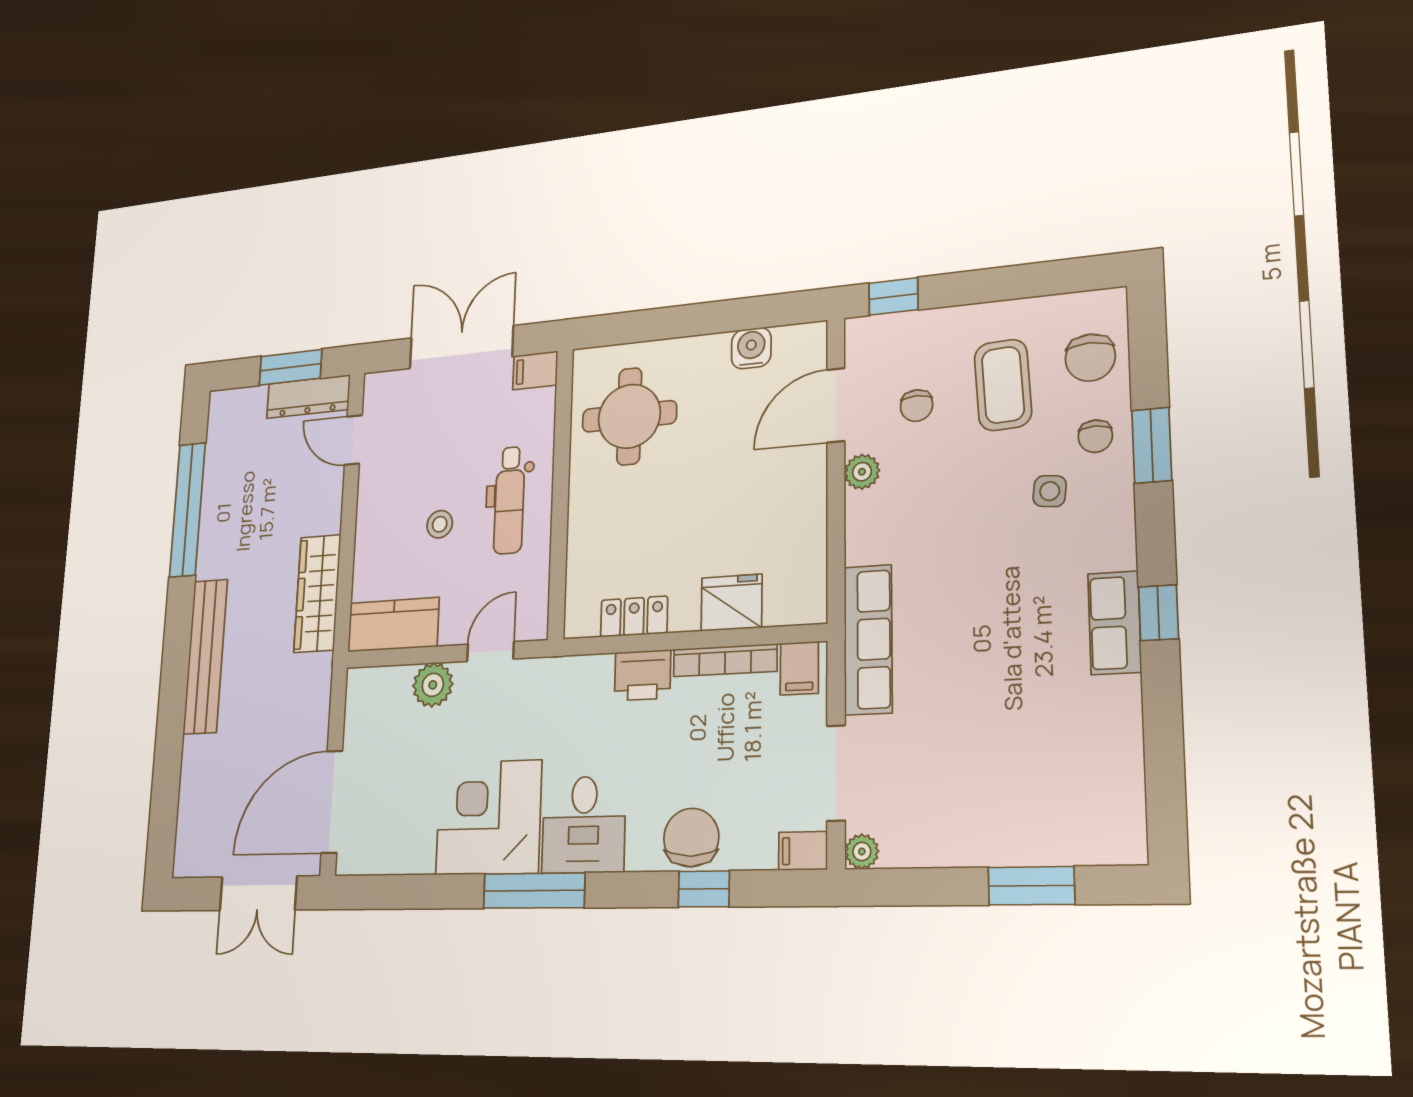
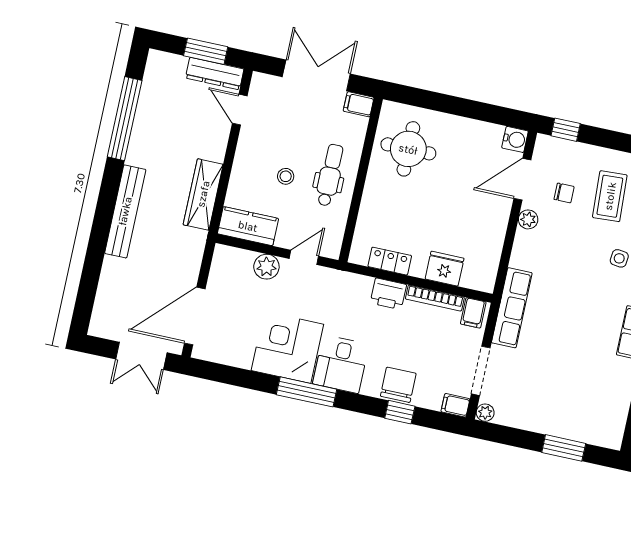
water cooler: (751, 348) -> (515, 139), moved, turned 90
chair: (917, 406) -> (564, 193), turned -90
dental chair: (509, 500) -> (330, 175), turned 180

